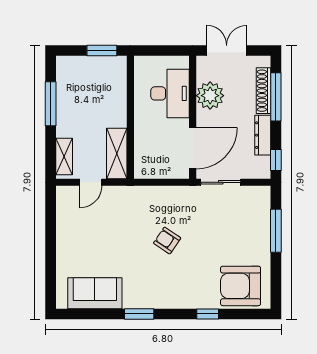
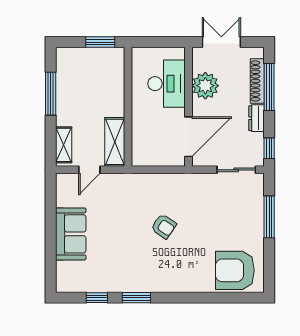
dresser: (263, 135) -> (256, 118), width x0.70
sliding door: (221, 182) -> (236, 170), moved
armchair: (167, 241) -> (164, 226), turned 180
sofa: (95, 293) -> (71, 234), moved, turned 90
window: (208, 314) -> (97, 298), moved

